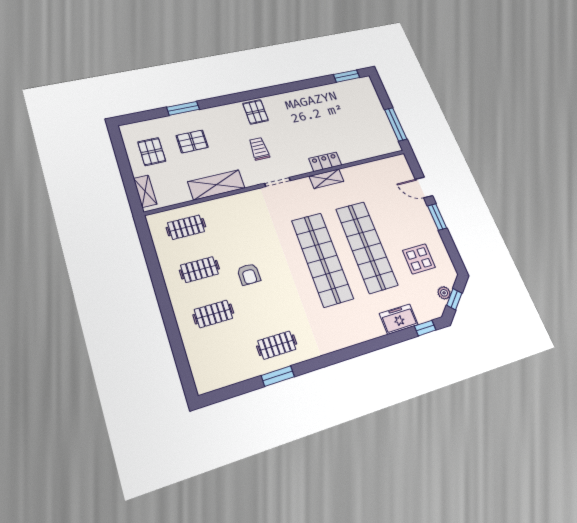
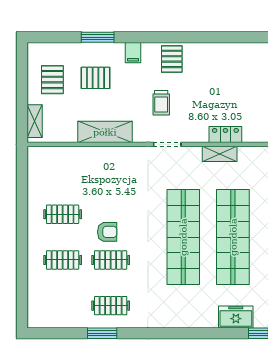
filing cabinet: (219, 114) -> (133, 53), added
trolley: (259, 149) -> (161, 103), turned 180
clothes rail: (186, 227) -> (111, 260), moved
armchair: (249, 274) -> (107, 232), turned -90

